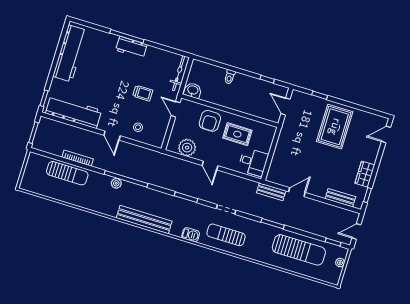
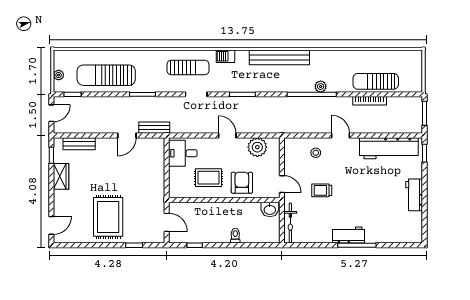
workbench: (70, 53) -> (414, 195), width x0.53, depth x0.76

